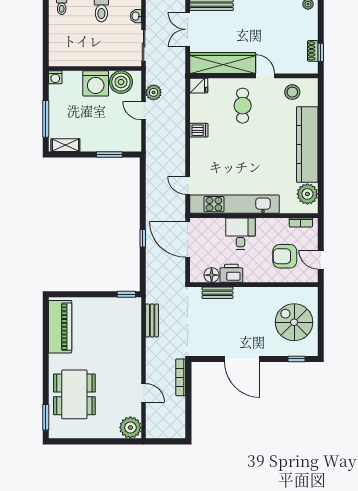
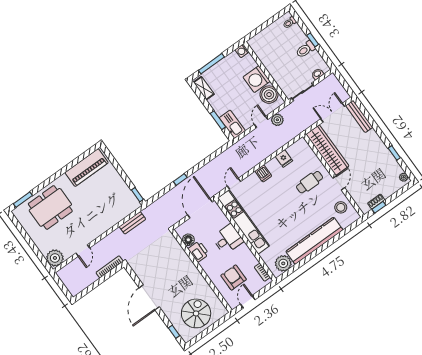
fridge: (199, 86) -> (284, 159), moved
dishwasher: (199, 130) -> (263, 173), moved
kitchen sink: (124, 143) -> (232, 124), added
bench: (217, 293) -> (180, 252), removed

